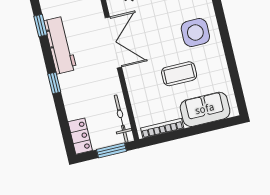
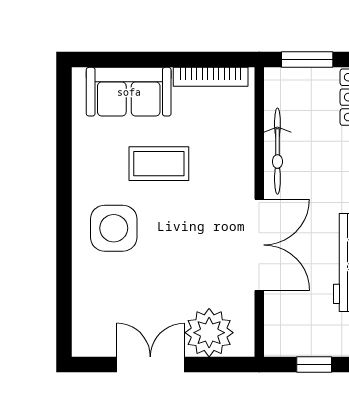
double door: (113, 42) -> (259, 245), swing flipped
bicycle: (121, 119) -> (277, 151), moved

